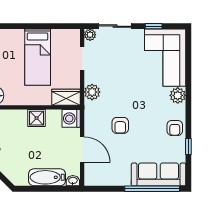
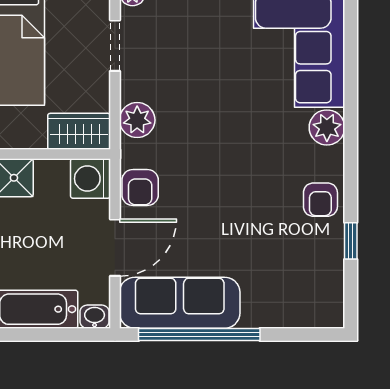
armchair: (120, 125) -> (140, 188), moved
door: (82, 150) -> (115, 248), hinge flipped
sofa: (159, 174) -> (180, 303), moved
window: (152, 189) -> (199, 334), moved

